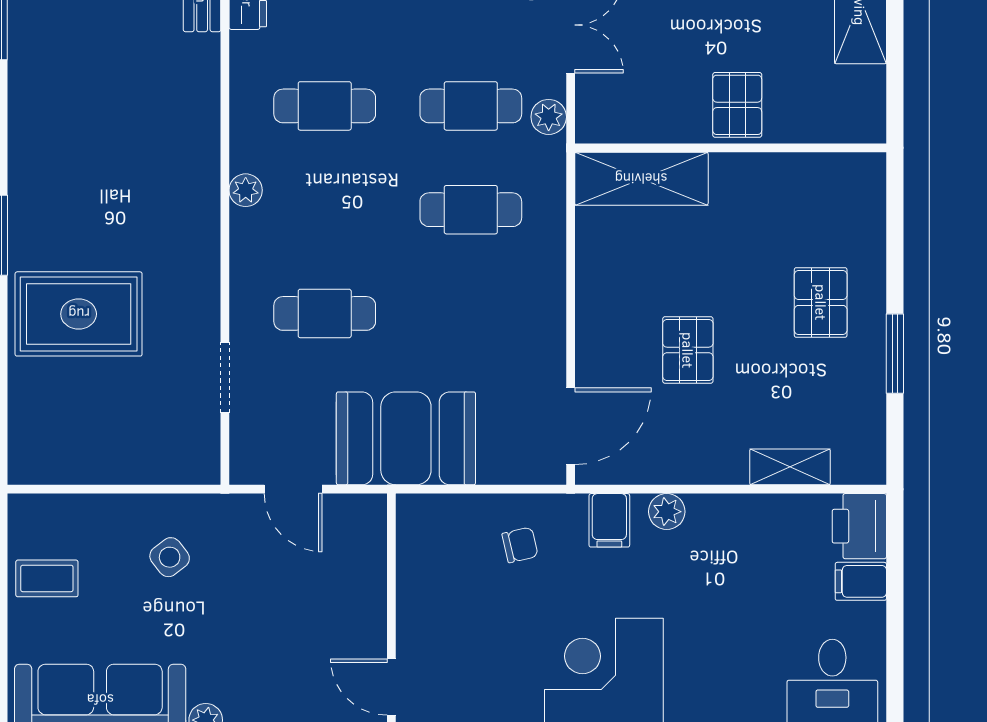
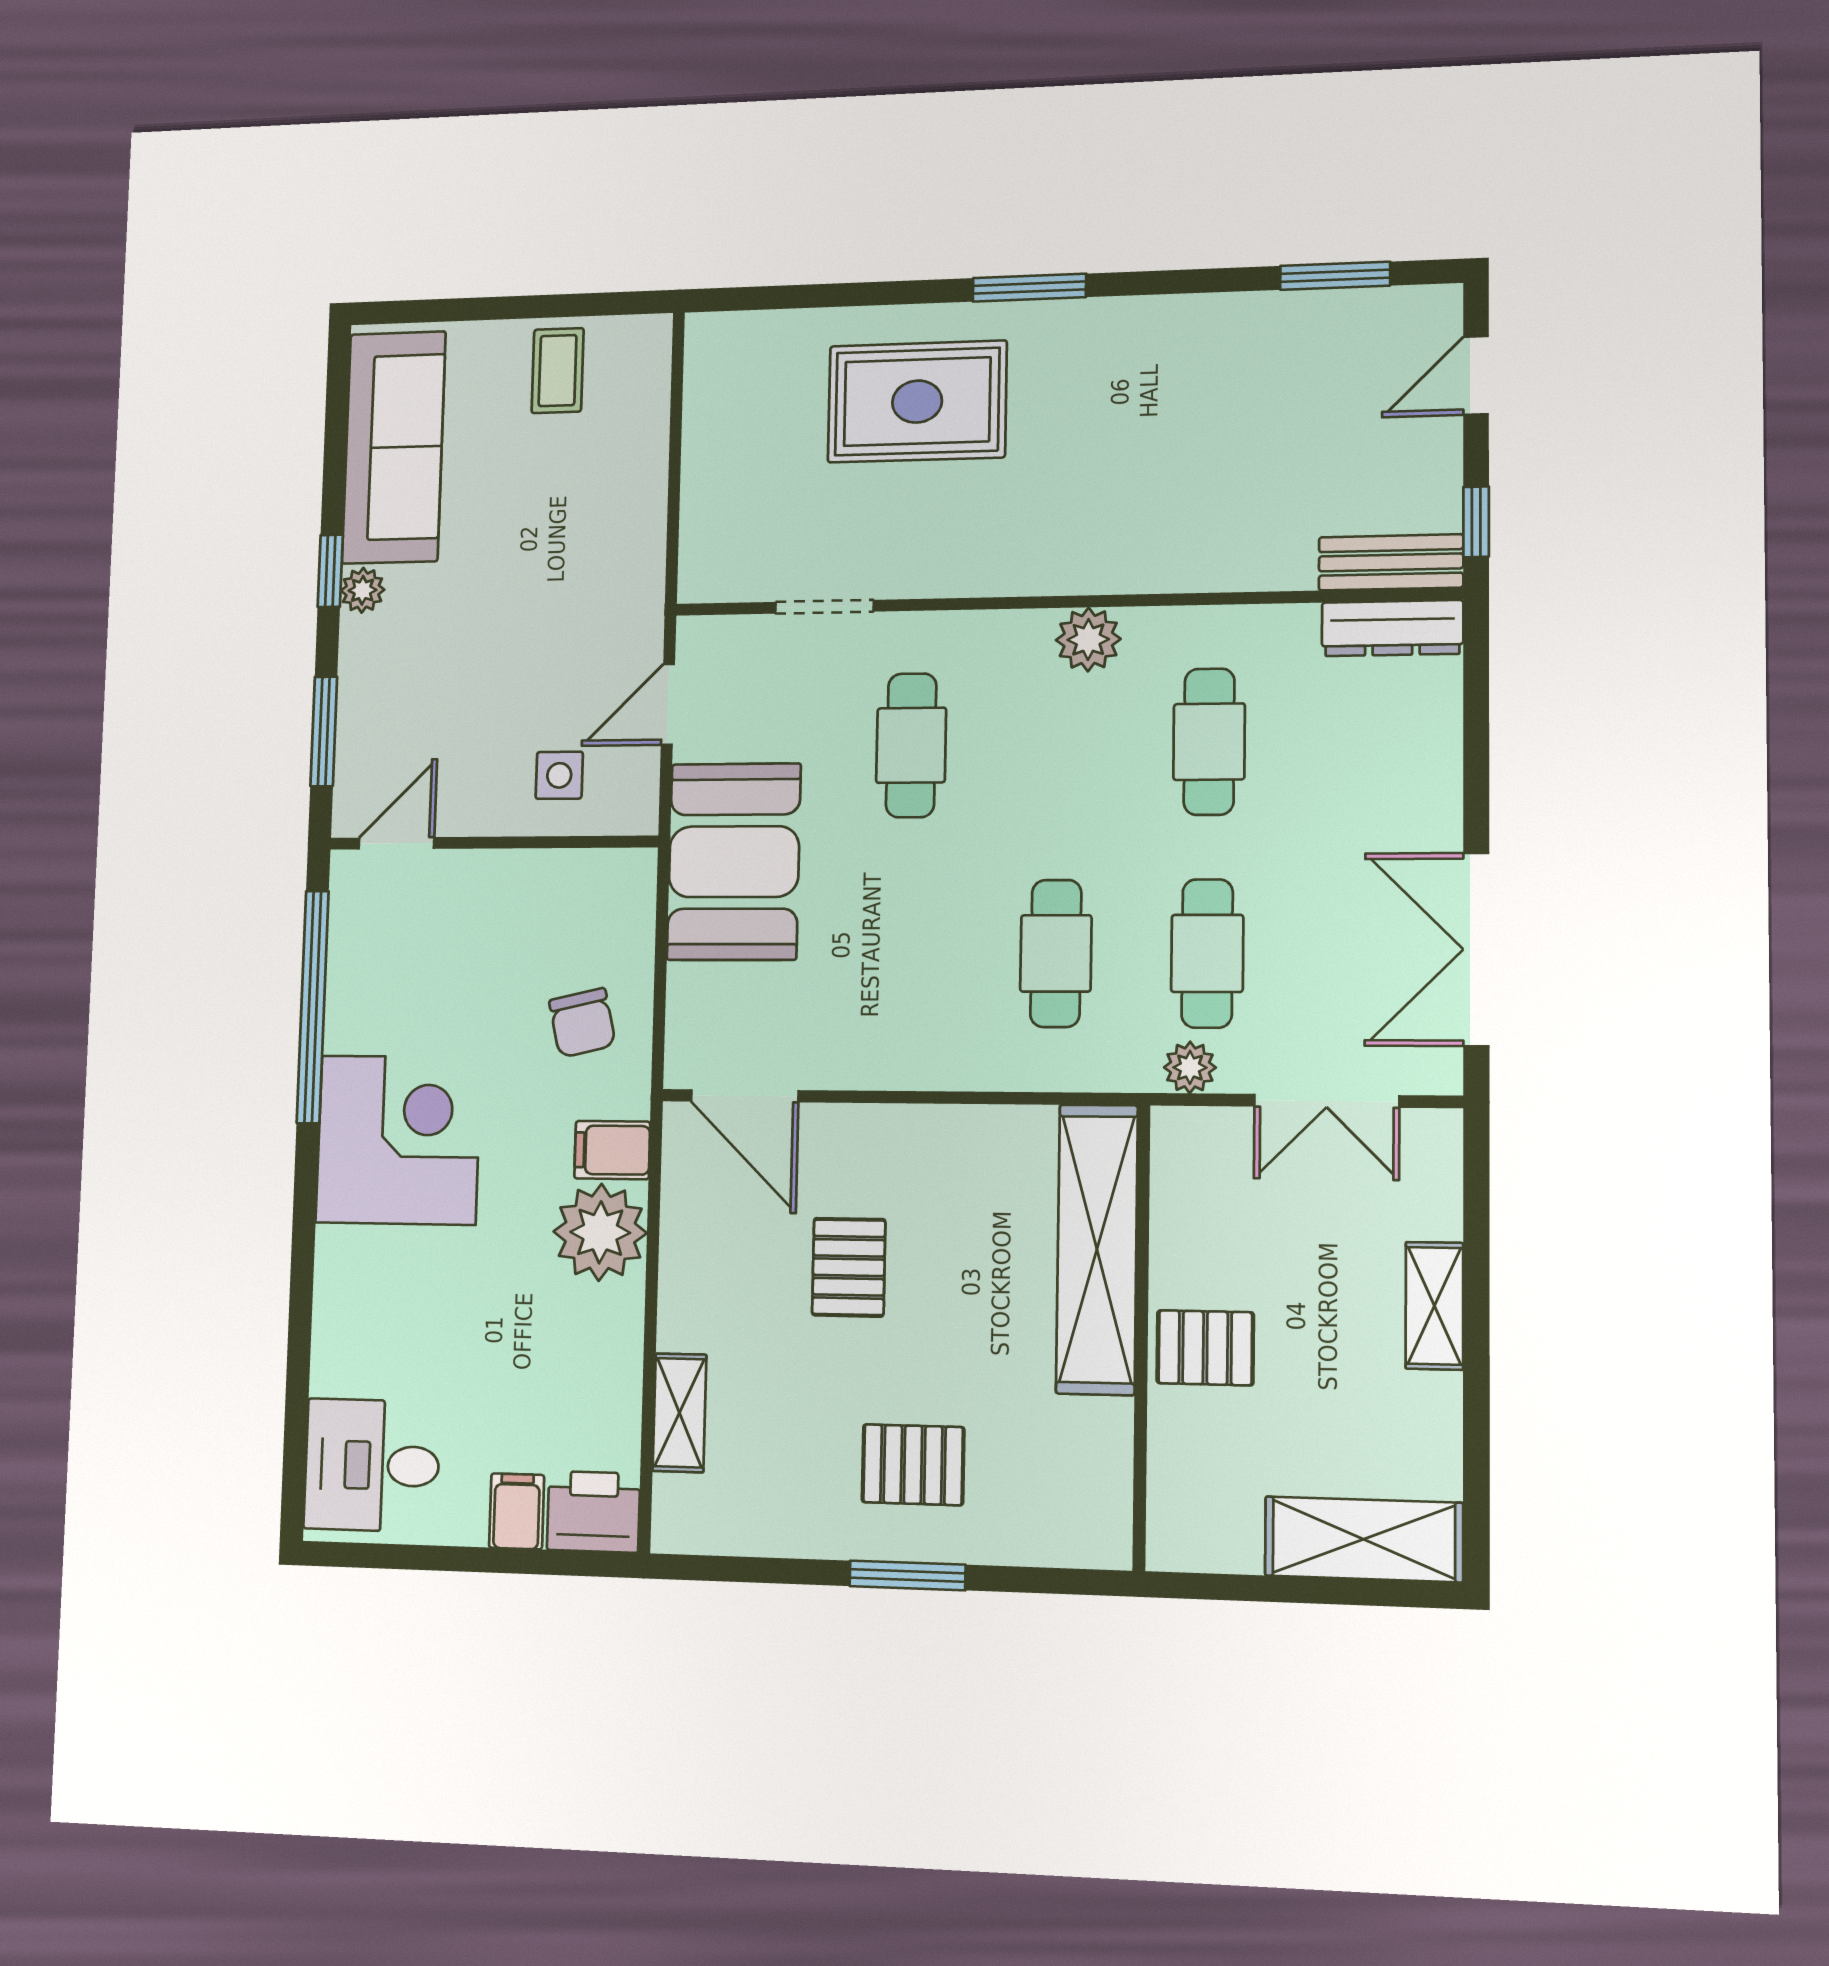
shelving: (641, 179) -> (1097, 1249), width x1.47
plant: (246, 190) -> (1088, 639), width x1.38, depth x1.38
rug: (79, 314) -> (917, 402), turned 90
pallet: (688, 350) -> (849, 1267), turned 90
window: (895, 354) -> (907, 1575), moved
plant: (667, 512) -> (600, 1232), width x1.87, depth x1.87
chair: (520, 545) -> (582, 1023), width x1.37, depth x1.37
side table: (170, 557) -> (559, 775), moved, turned 38

